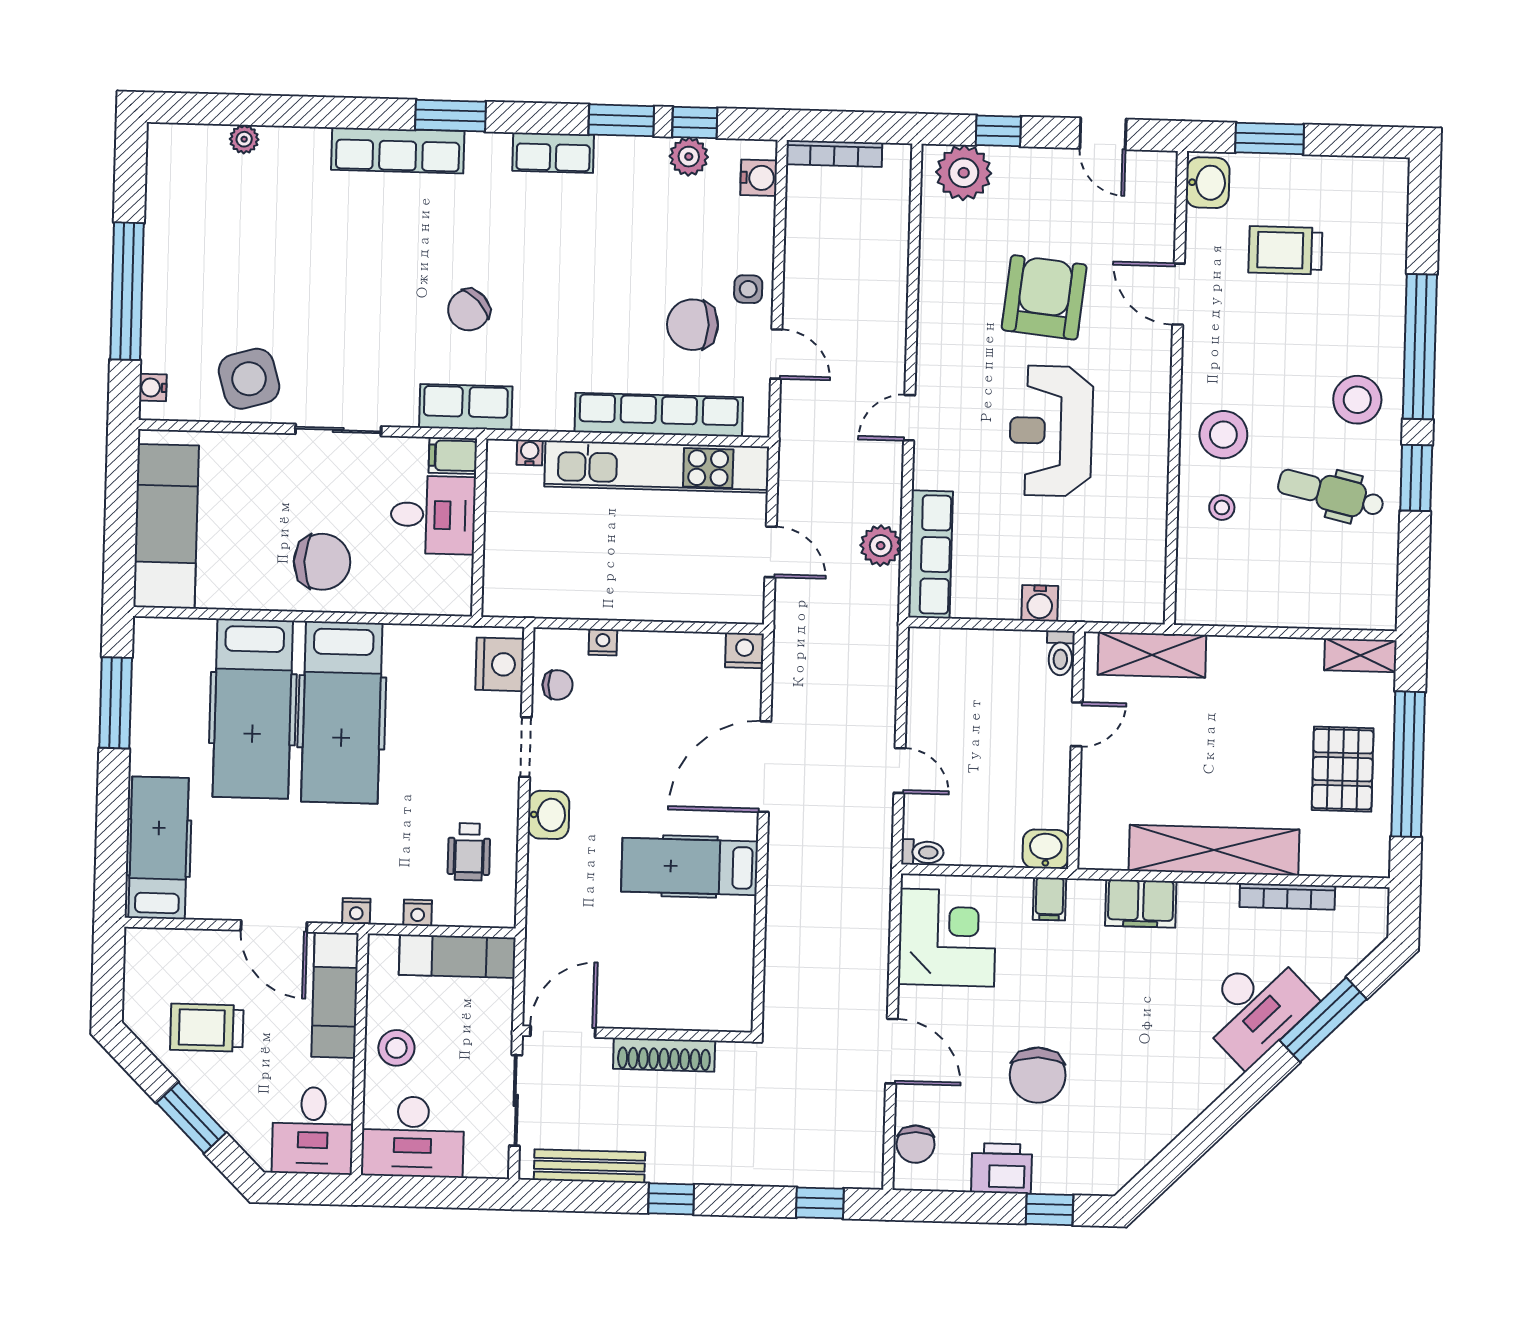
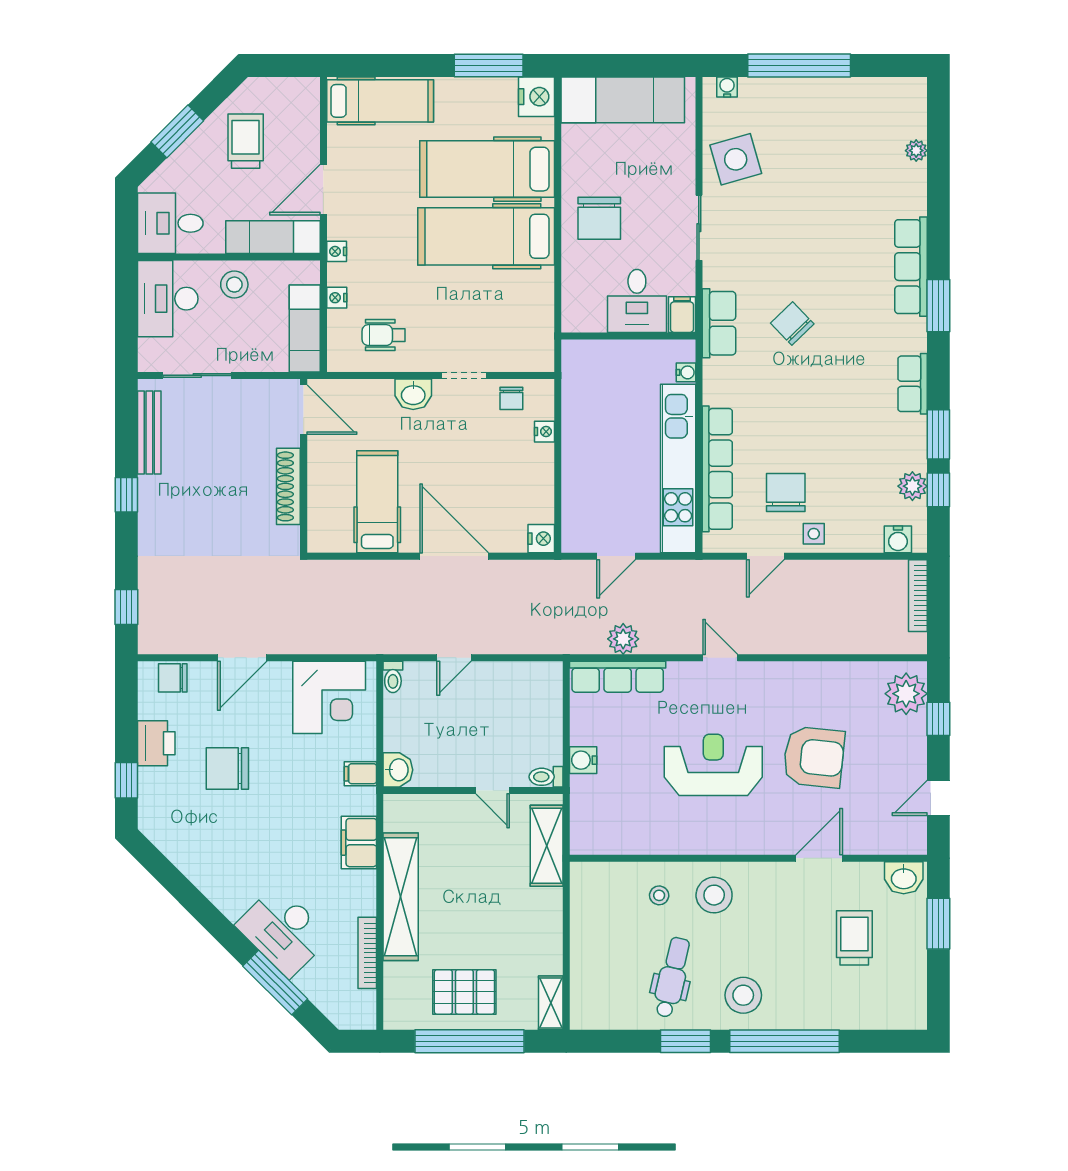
nightstand: (500, 664) -> (537, 97), moved, turned -90
door: (563, 1032) -> (304, 410), moved
wall: (637, 1034) -> (304, 466), moved
shoe rack: (664, 1055) -> (288, 486), moved

